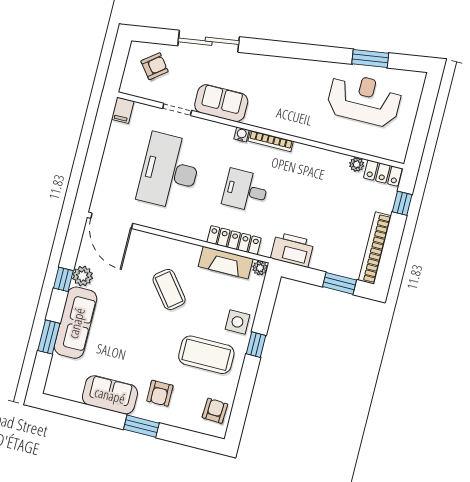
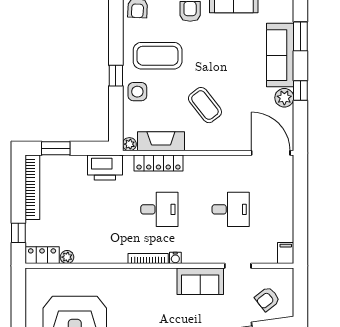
desk: (170, 171) -> (231, 209), width x0.53, depth x0.77

